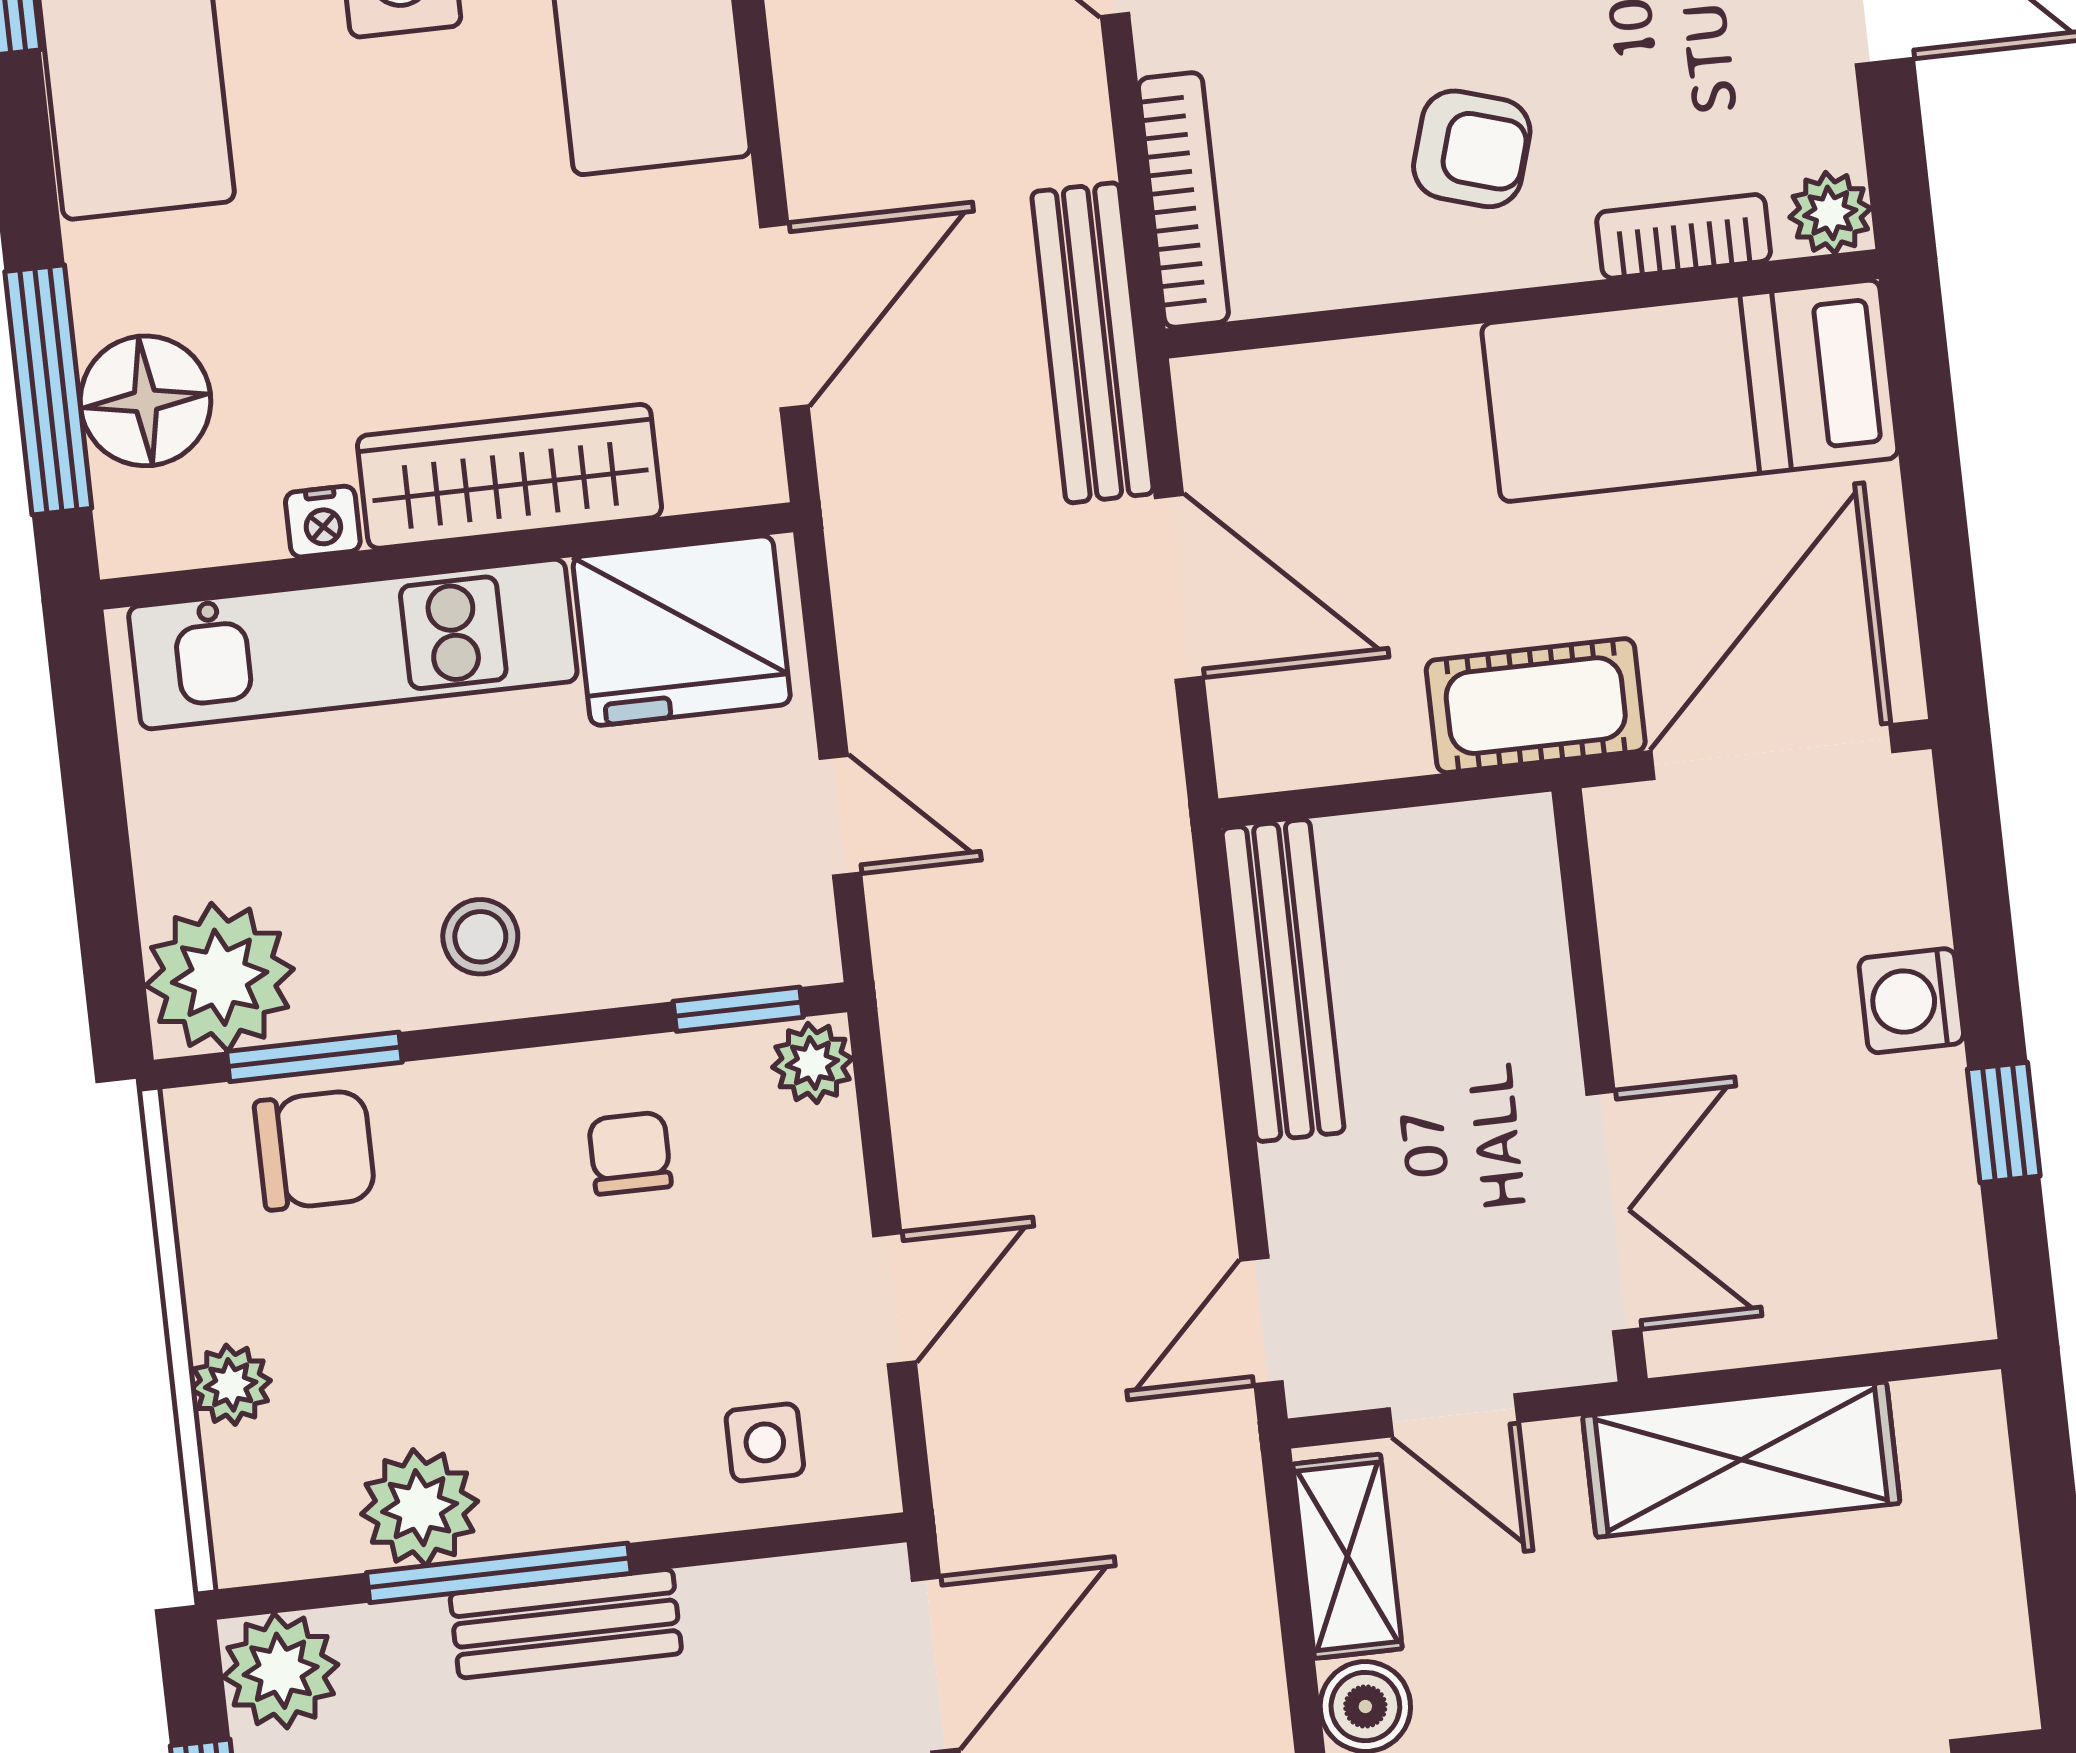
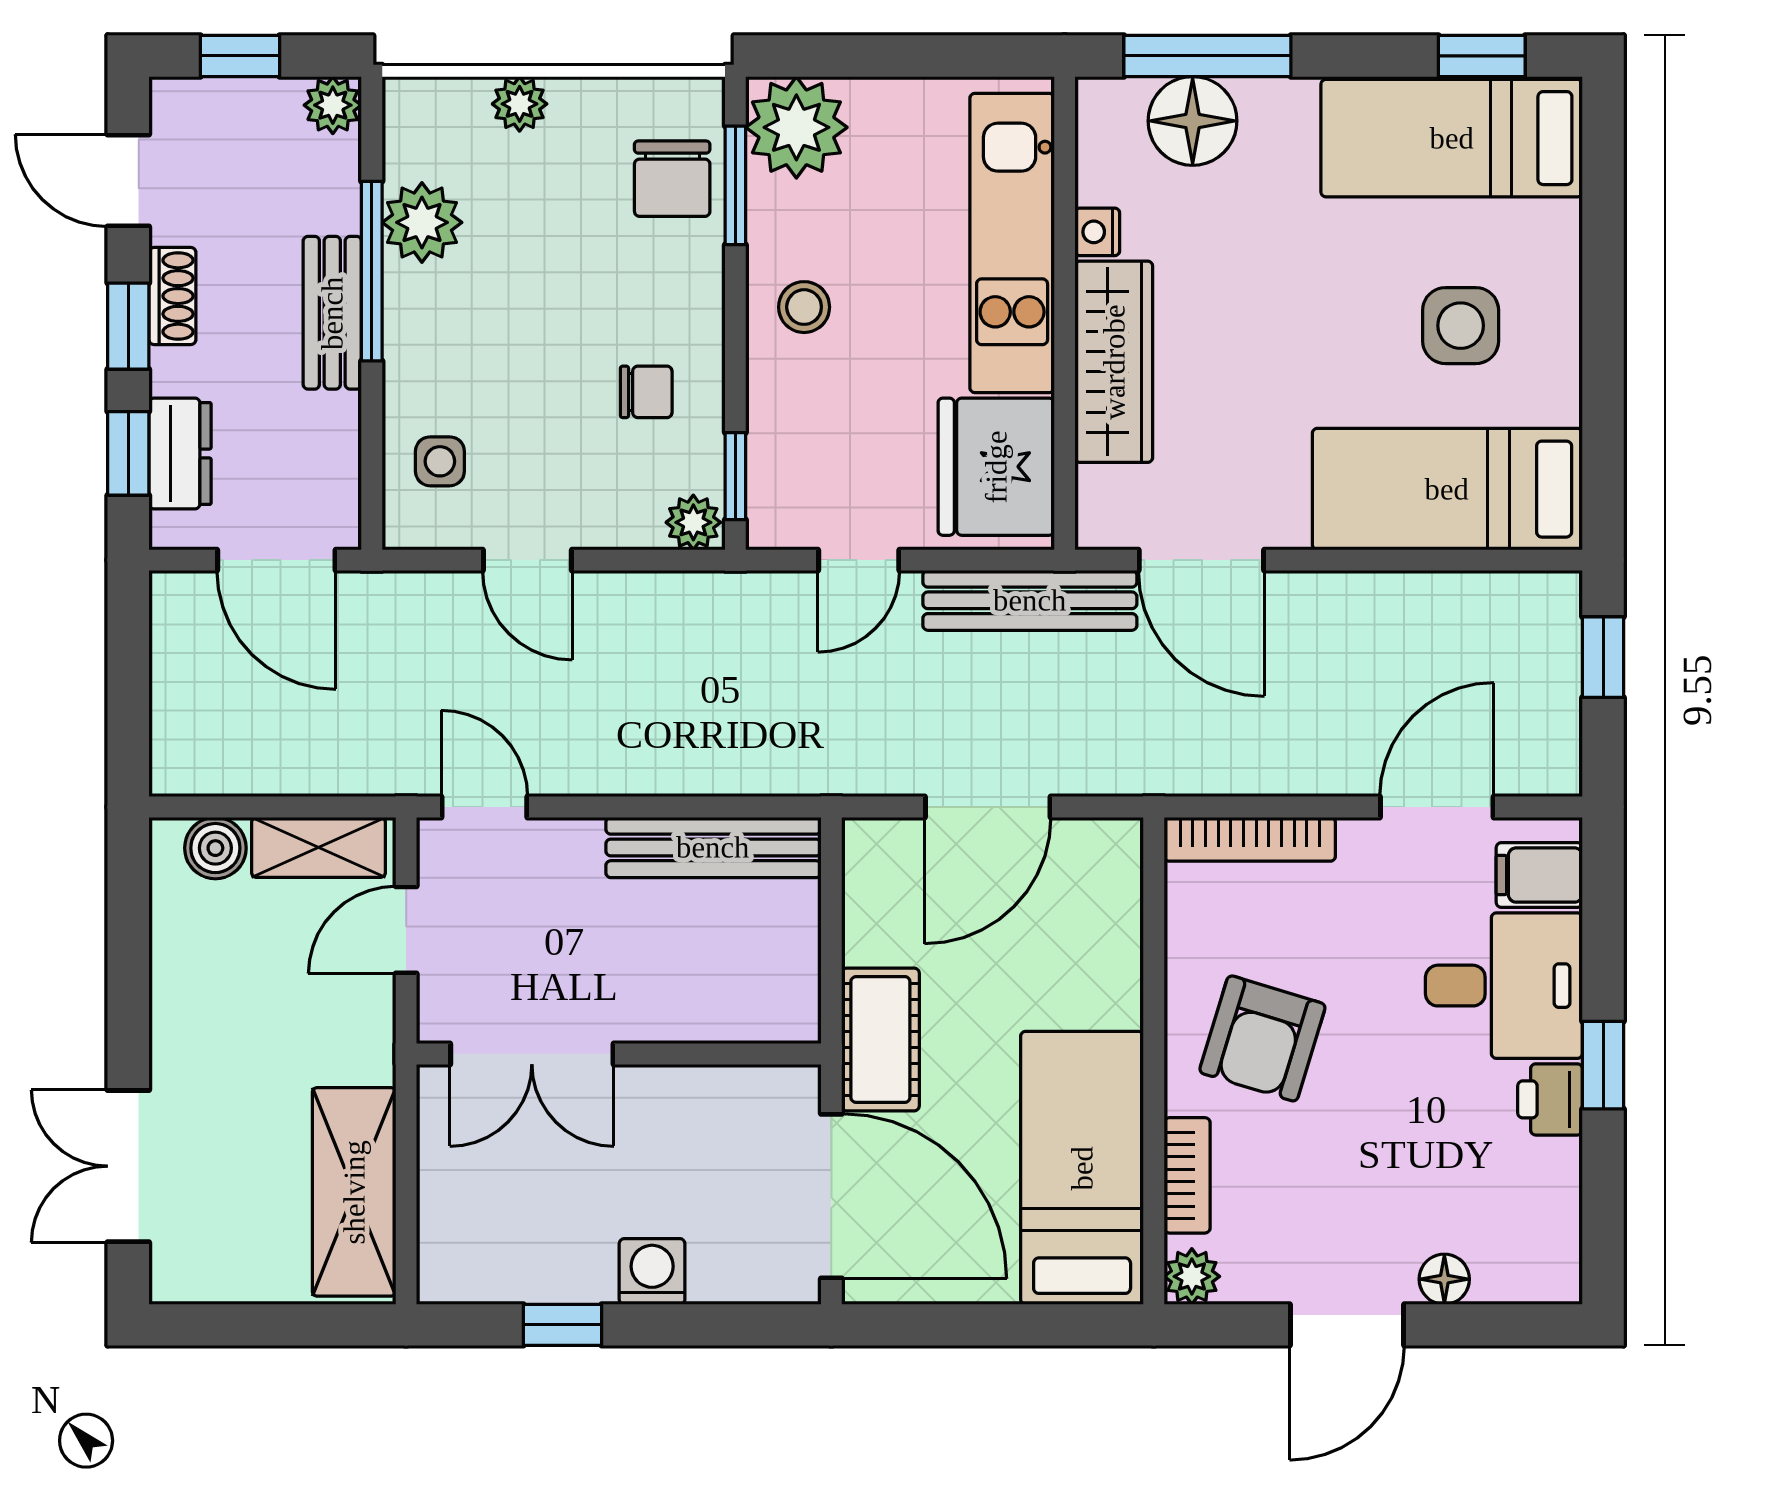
armchair: (1472, 149) -> (1262, 1038), width x1.38, depth x1.38
bench: (1092, 343) -> (1030, 600), moved
shelving: (1741, 1460) -> (354, 1192), moved
plant: (281, 1671) -> (333, 105), width x0.73, depth x0.73

